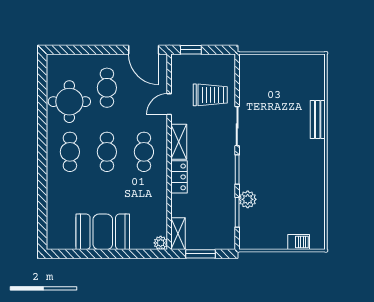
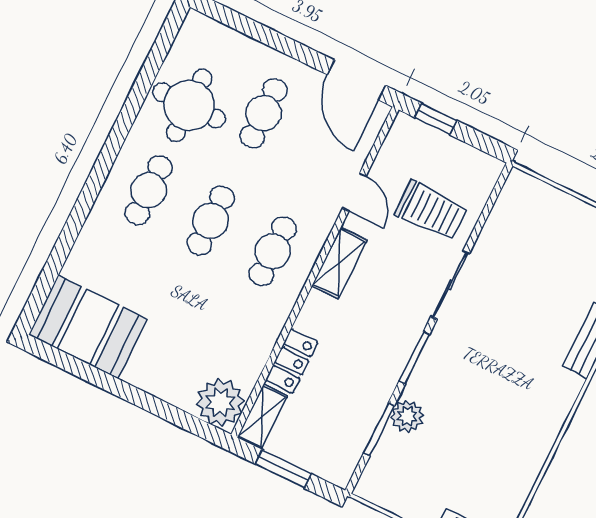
door: (169, 104) -> (354, 192), swing flipped
locker: (179, 177) -> (292, 361), moved
booth: (103, 232) -> (88, 327), moved
plant: (161, 243) -> (220, 402), width x1.88, depth x1.88

